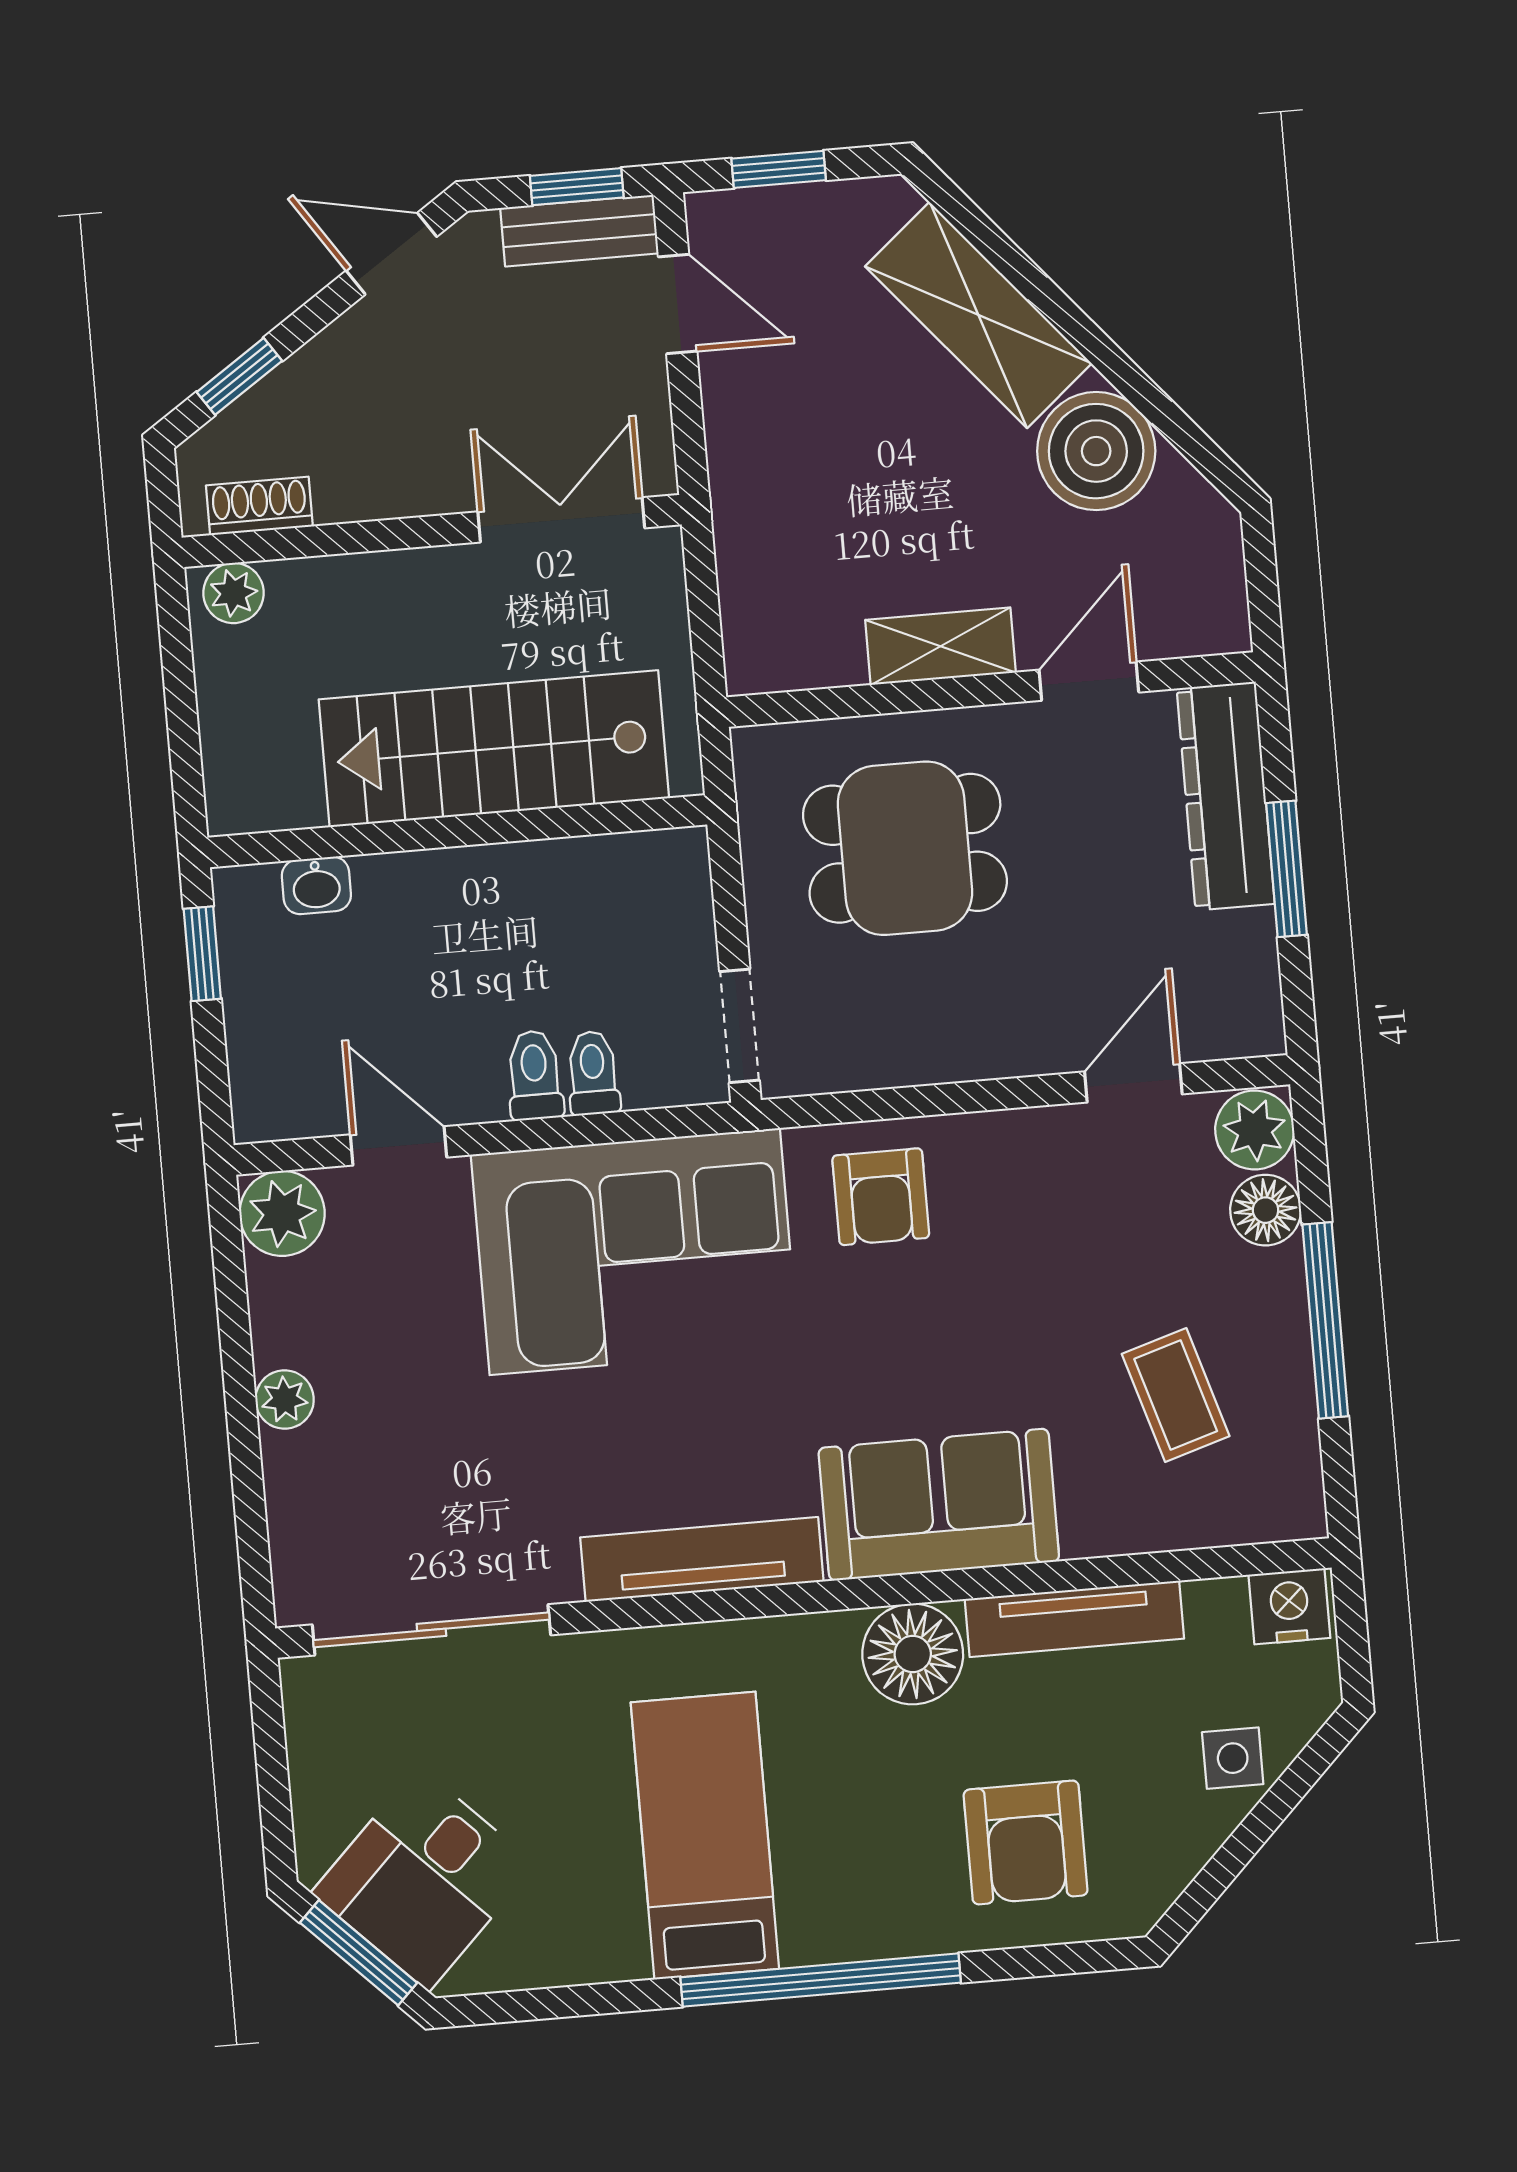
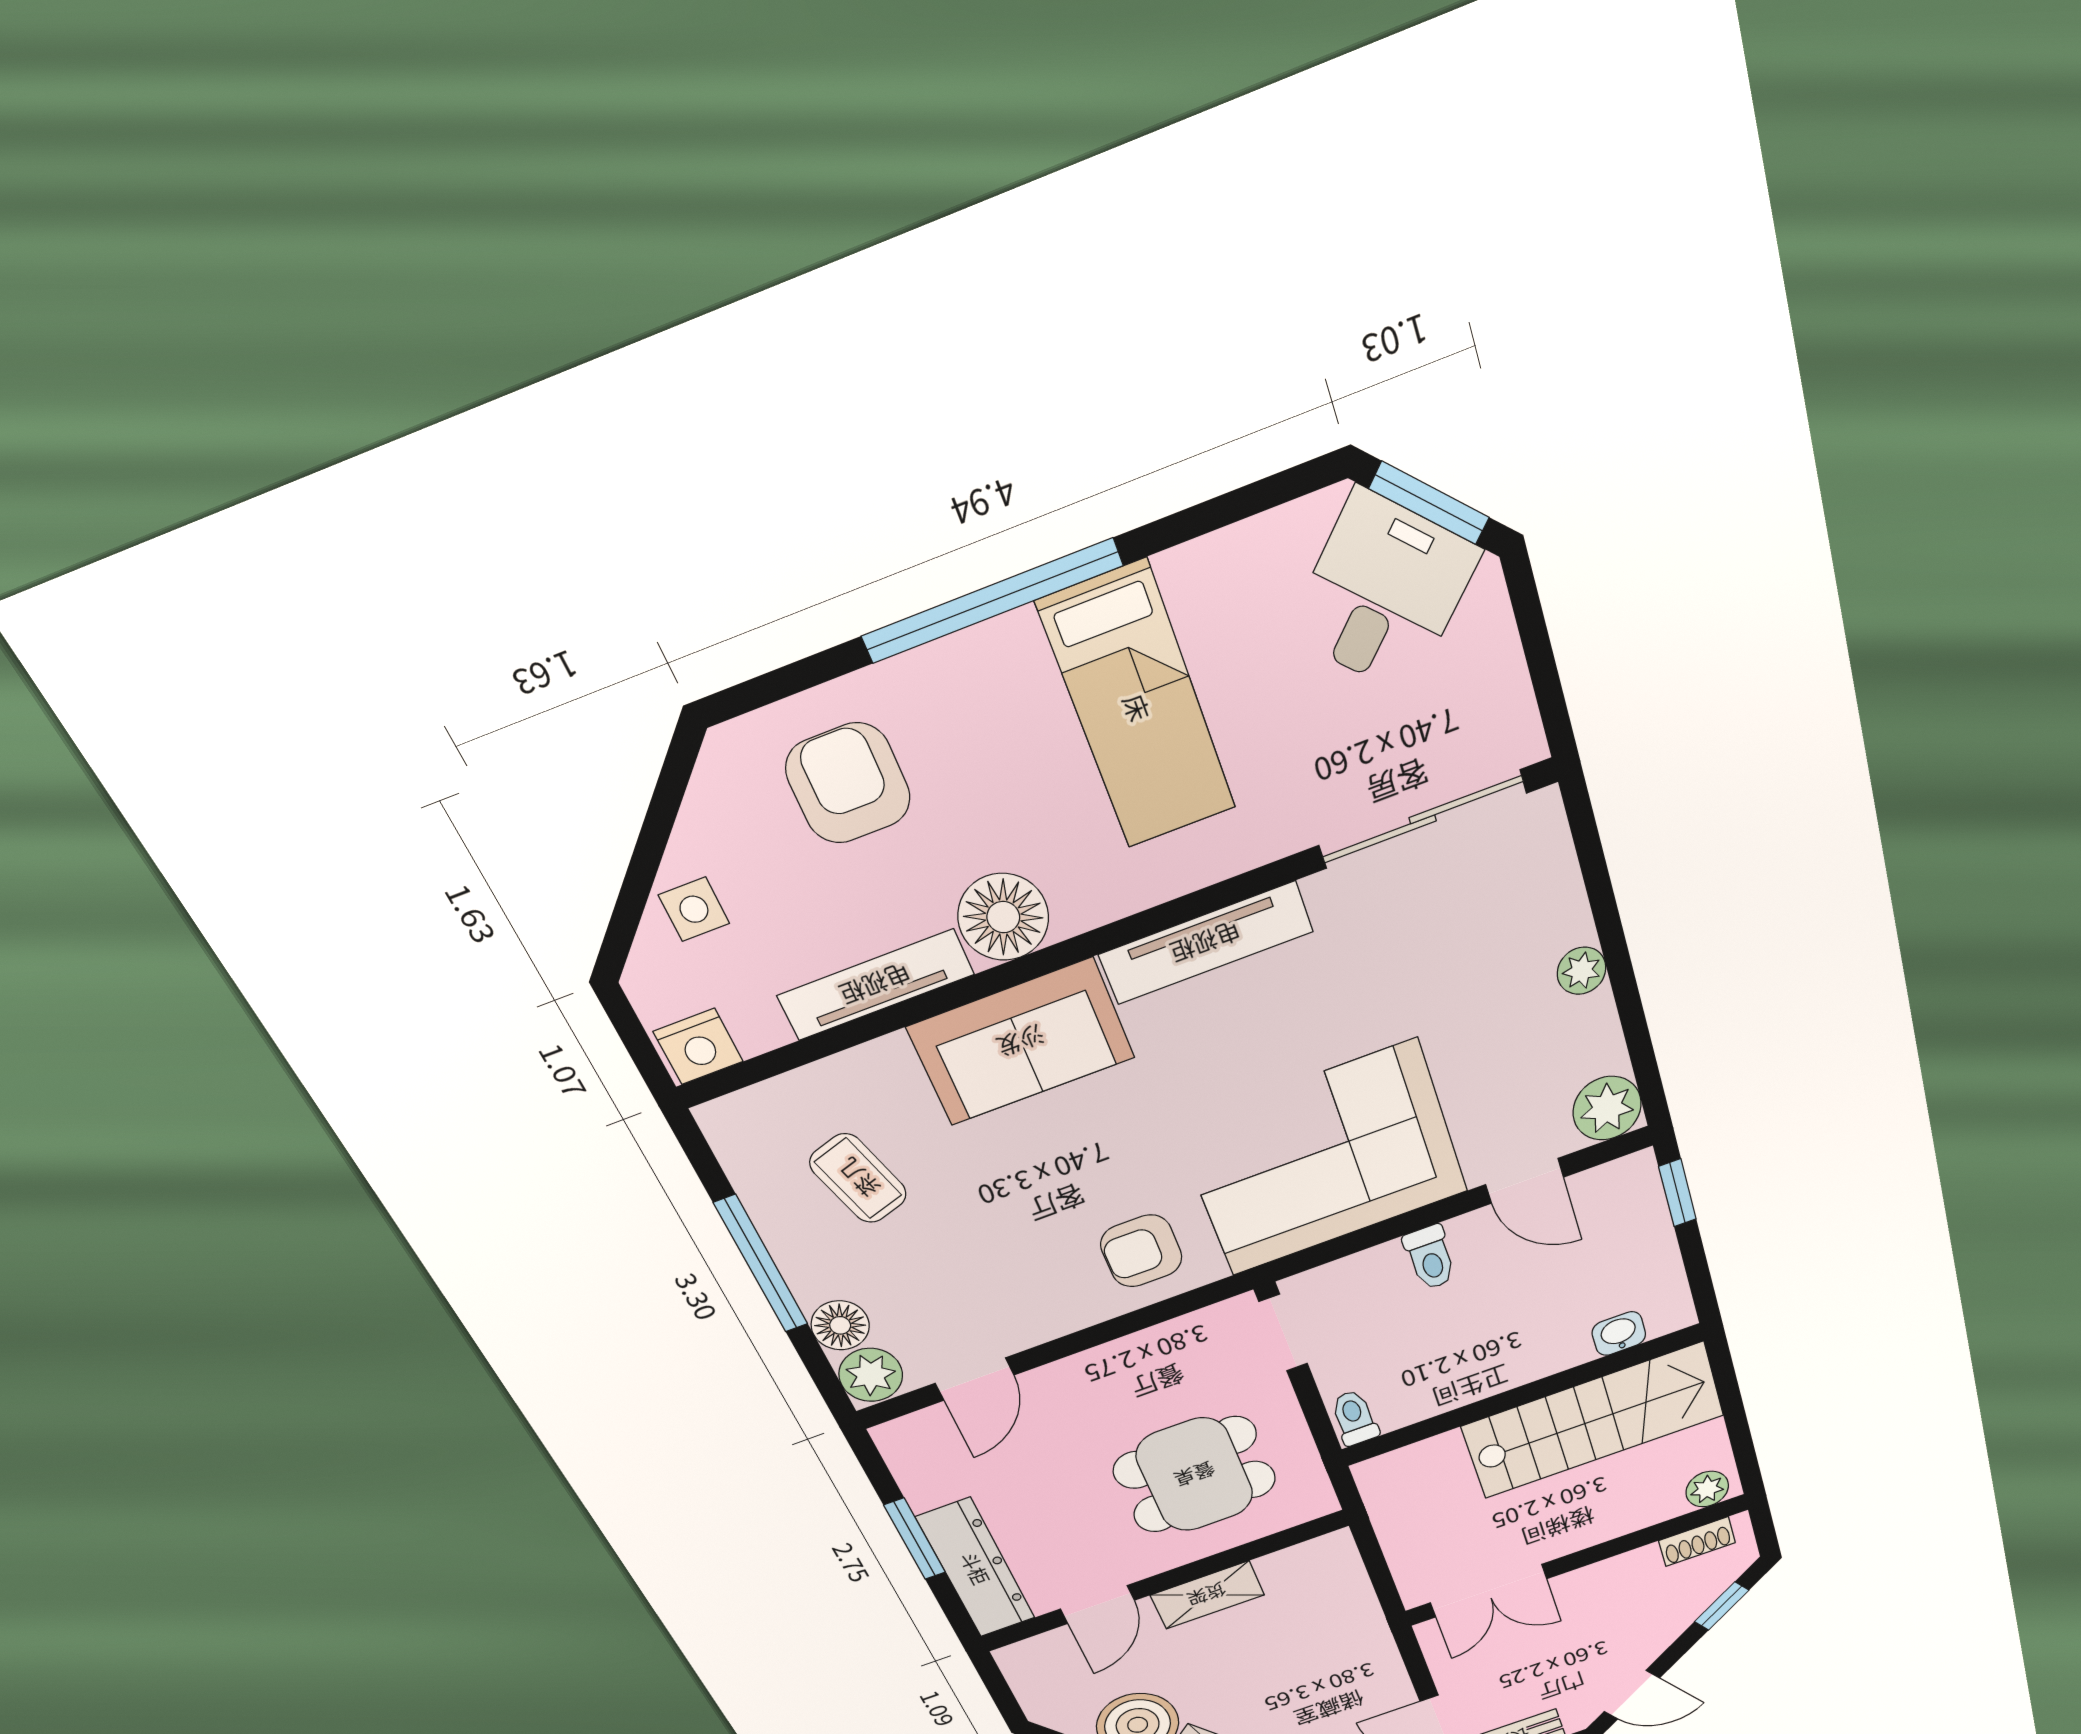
stairs: (494, 749) -> (1593, 1421), moved
window: (202, 954) -> (1677, 1193), moved
toilet: (593, 1073) -> (1354, 1418), moved, turned 180
armchair: (881, 1197) -> (1141, 1251), turned -90

